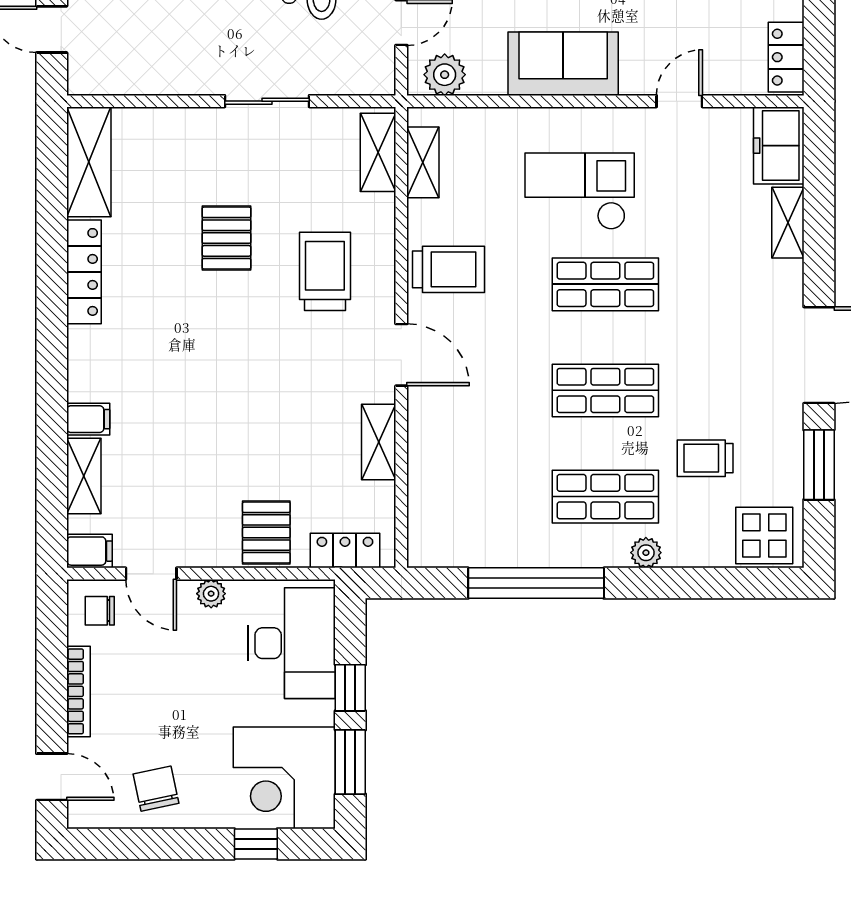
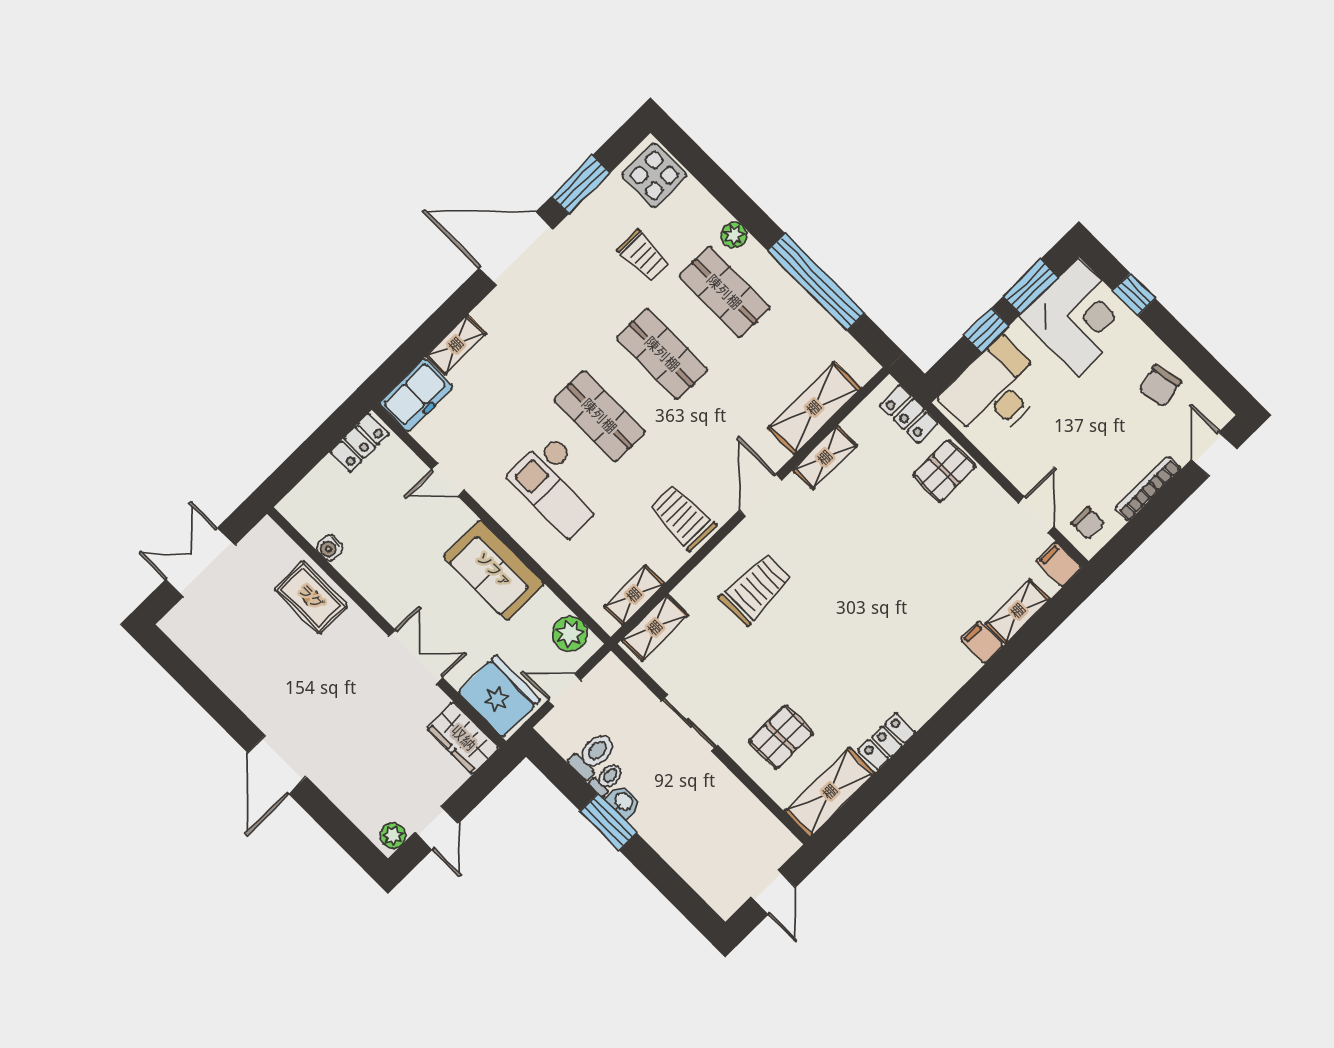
pallet: (226, 238) -> (781, 737), moved
trolley: (325, 271) -> (756, 589), turned 180
locker: (84, 272) -> (887, 741), width x0.66
shelving: (430, 475) -> (814, 408), added
plant: (211, 594) -> (1013, 468), removed

